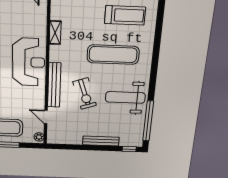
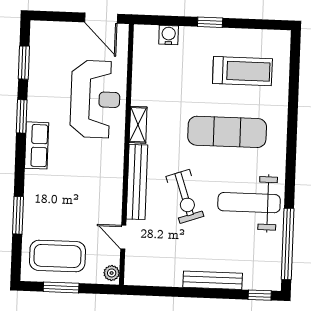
shelving: (55, 33) -> (138, 125), moved
reception desk: (29, 62) -> (95, 99), moved

